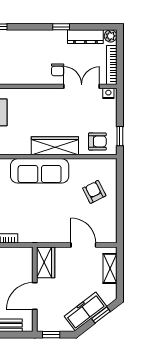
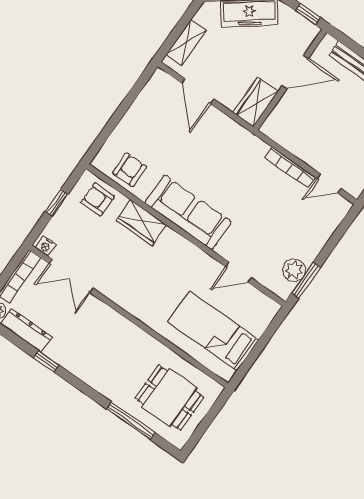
chair: (58, 70) -> (85, 314), removed
window: (120, 136) -> (57, 203), moved
wardrobe: (55, 146) -> (141, 223), width x0.67
armchair: (94, 192) -> (130, 170), moved, turned -153

